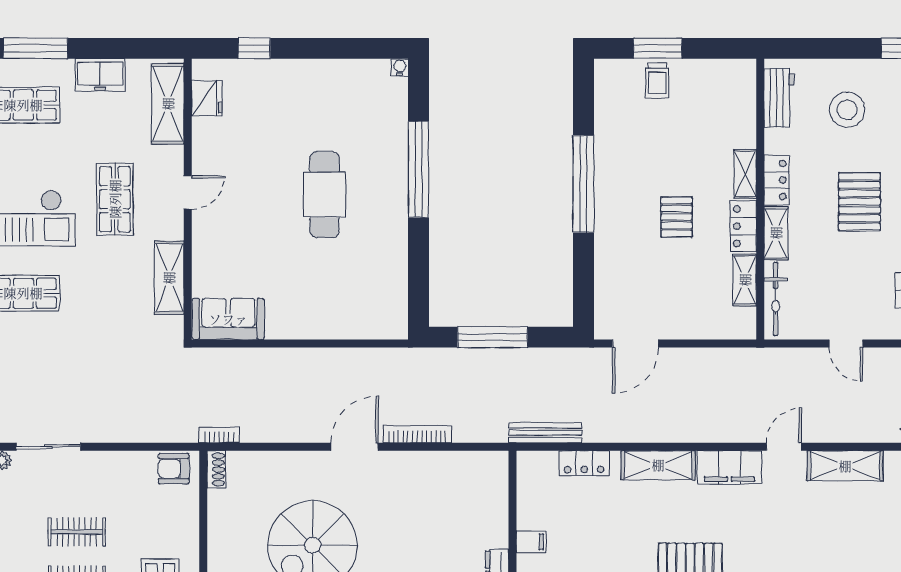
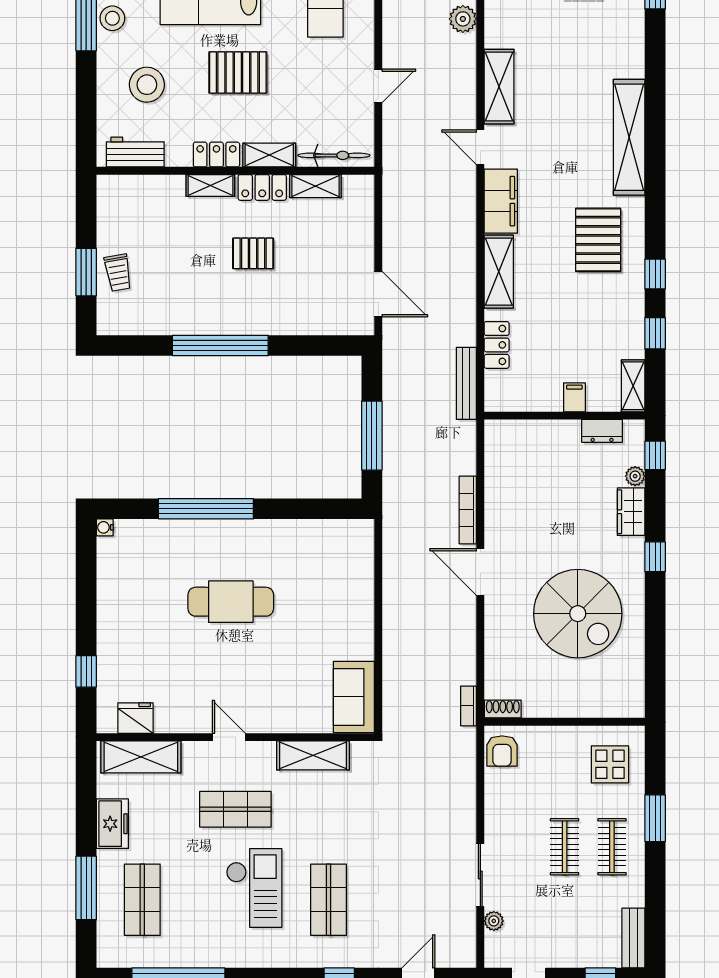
trolley: (657, 81) -> (118, 273), turned 80

